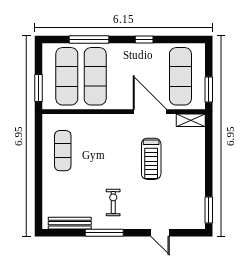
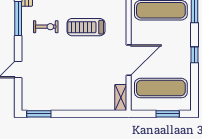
window: (209, 90) -> (168, 114), moved
treadmill: (151, 159) -> (86, 27), moved

